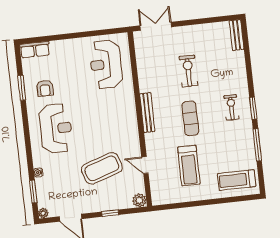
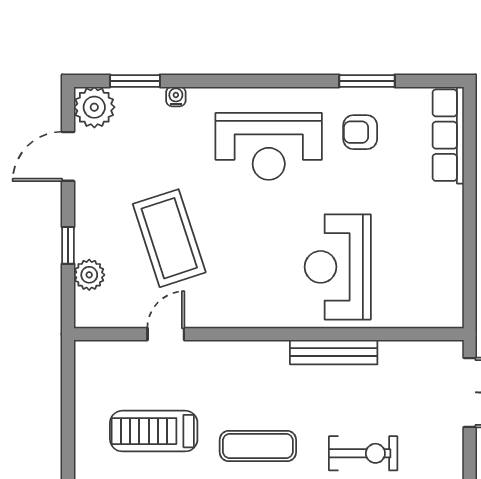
row of seats: (35, 50) -> (448, 135), width x1.48
reception desk: (106, 64) -> (338, 267), moved, turned -90
bench: (147, 113) -> (334, 352), moved
plant: (139, 200) -> (89, 275), moved
plant: (43, 213) -> (94, 107), width x1.88, depth x1.88

